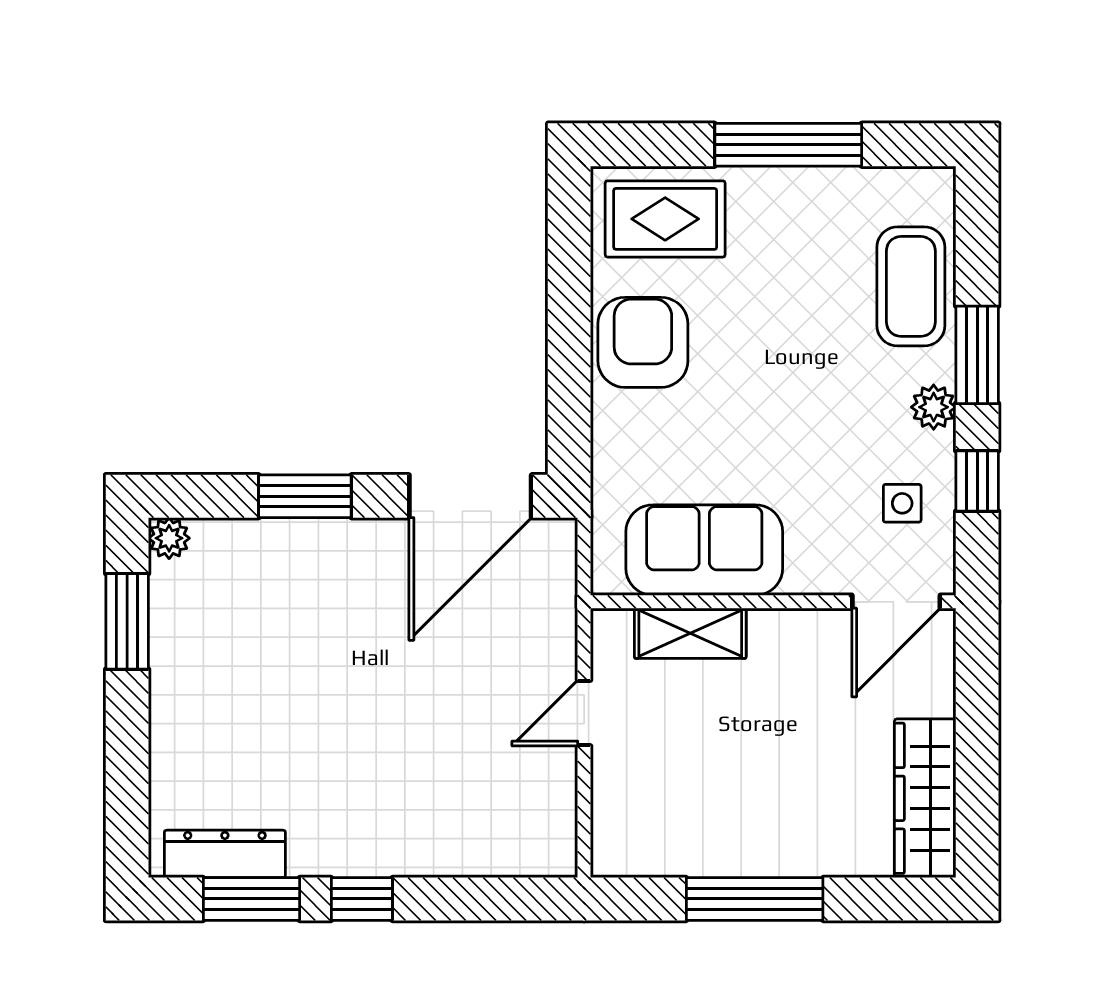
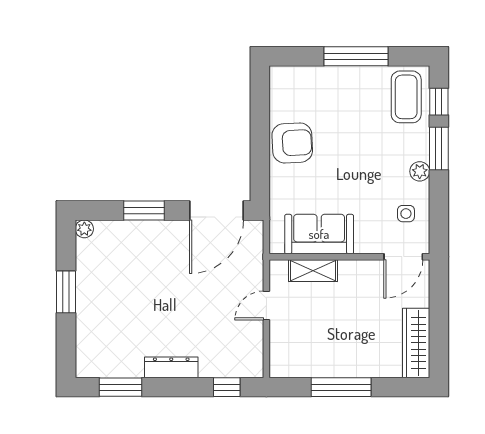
rug: (665, 219) -> (302, 89), removed
coffee table: (911, 286) -> (406, 97), moved
armchair: (643, 342) -> (292, 143), turned 87
window: (977, 481) -> (439, 102), moved
window: (127, 621) -> (66, 292), moved
dresser: (225, 854) -> (171, 367), moved
window: (362, 899) -> (227, 387), moved

